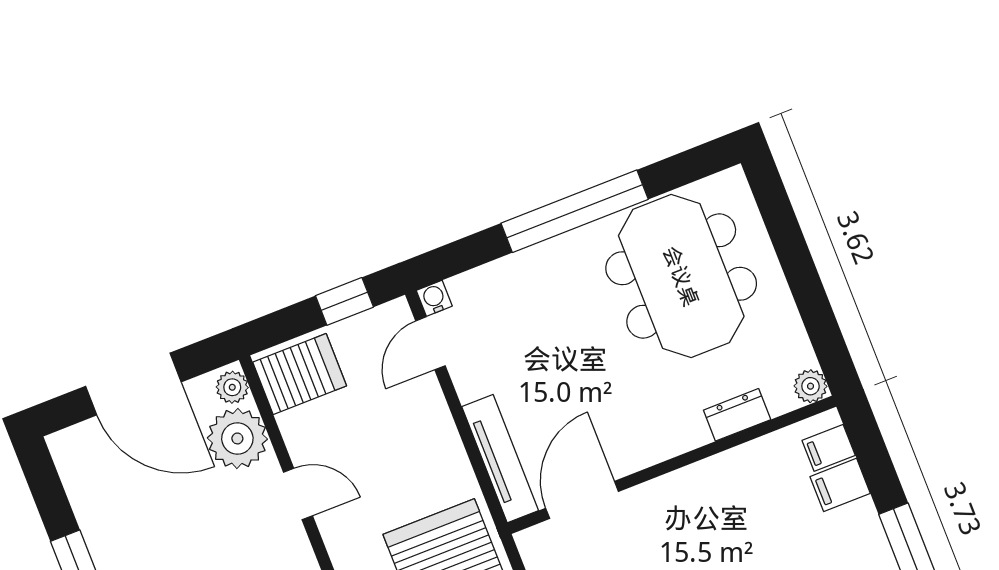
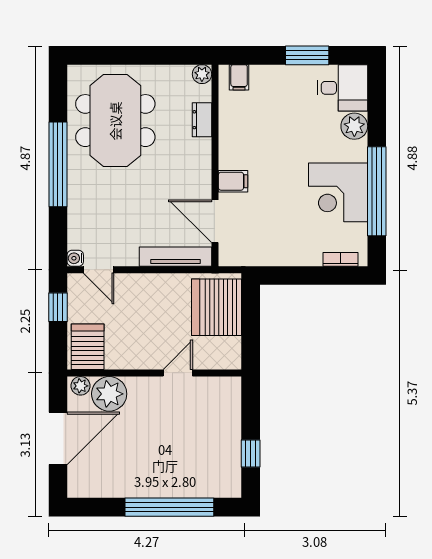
meeting table: (681, 276) -> (115, 121), turned 90
filing cabinet: (840, 485) -> (233, 181), moved, turned -90
door: (298, 494) -> (178, 373), moved

